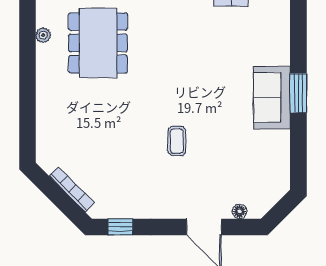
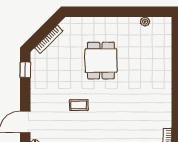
dining table: (98, 43) -> (101, 61), moved, width x0.73

